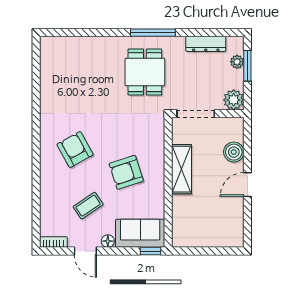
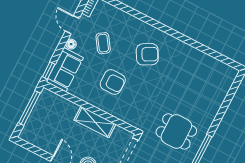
armchair: (126, 172) -> (113, 82), turned 108
door: (85, 251) -> (72, 25), hinge flipped
window: (204, 251) -> (29, 108), added

